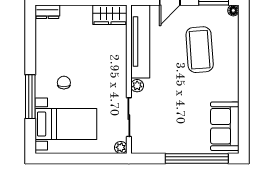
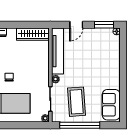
wardrobe: (110, 15) -> (33, 34), width x1.50
coffee table: (200, 50) -> (77, 102), moved
window: (197, 158) -> (80, 125), moved

